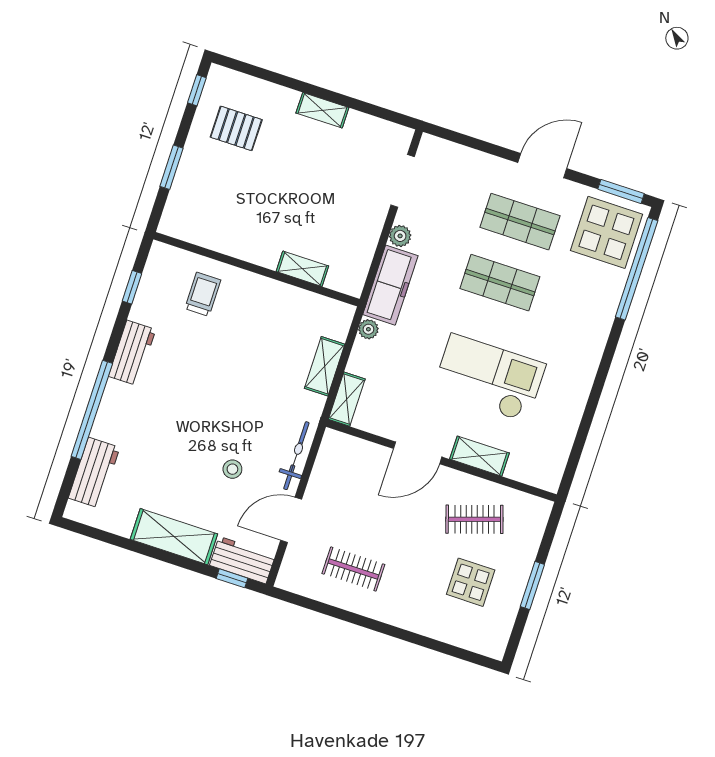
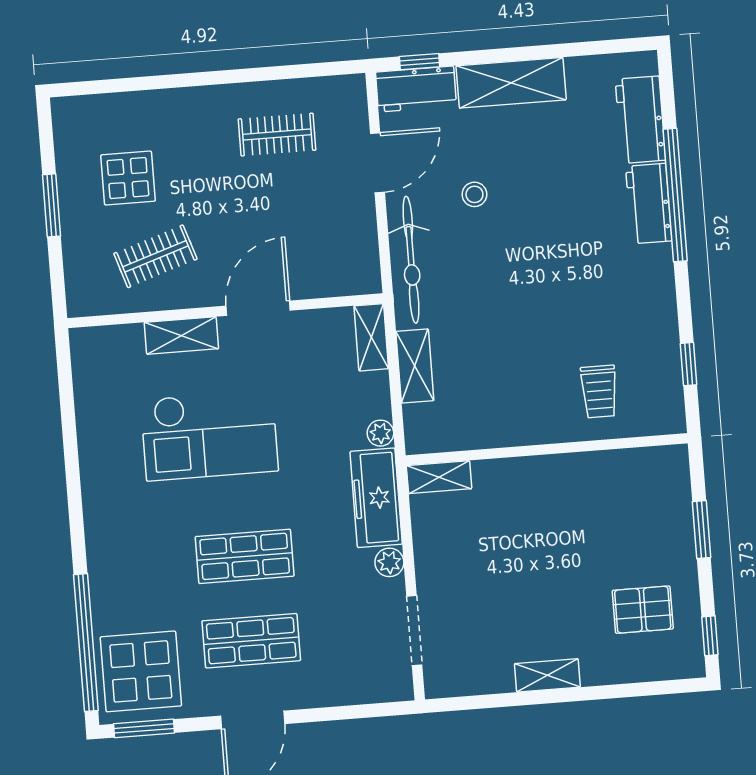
shelving: (302, 269) -> (439, 477), moved
workbench: (132, 353) -> (649, 204), moved
bicycle: (296, 456) -> (411, 260), width x1.37, depth x1.40

